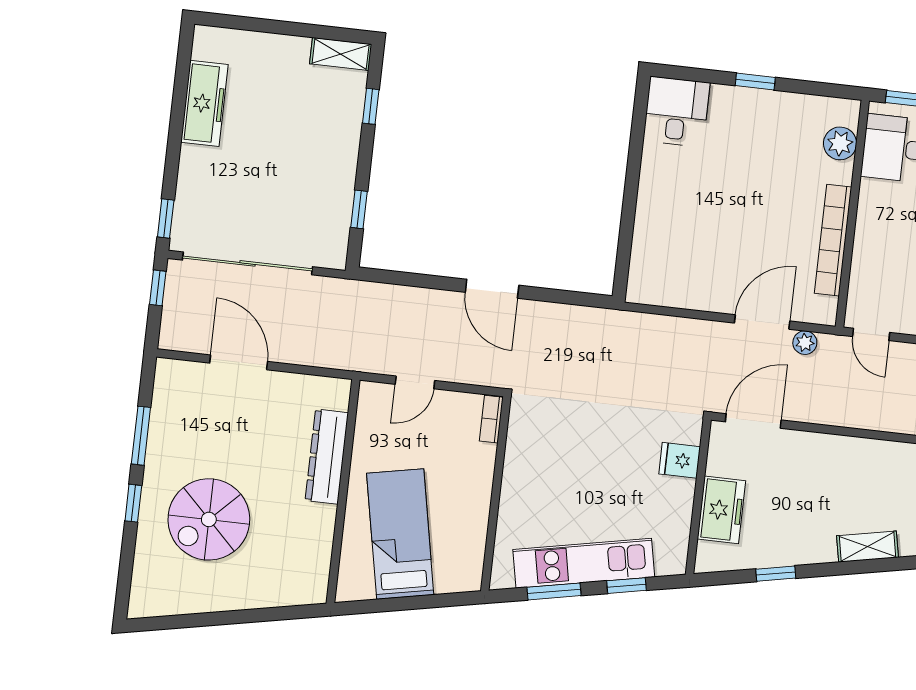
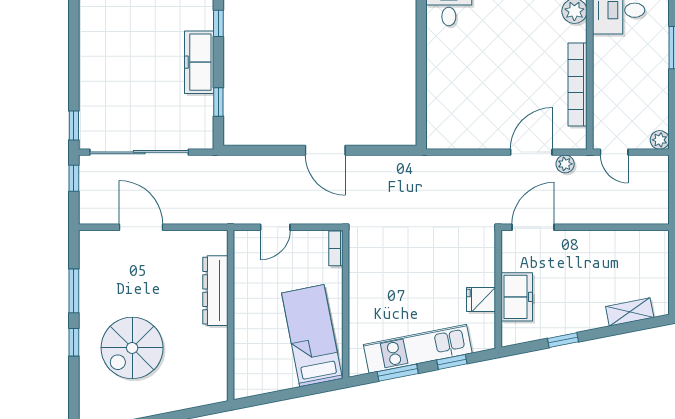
freezer: (204, 103) -> (199, 62), moved, turned 180
fridge: (680, 460) -> (481, 299), moved
bed: (400, 534) -> (312, 336), moved

